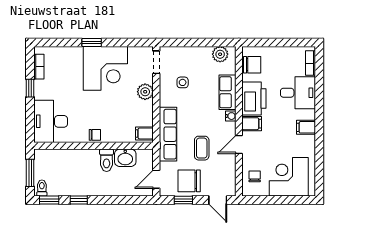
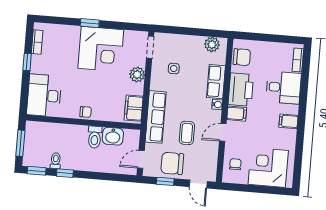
filing cabinet: (144, 133) -> (134, 108), width x2.00
toilet: (42, 188) -> (56, 161), moved

